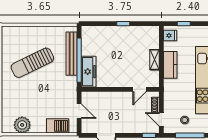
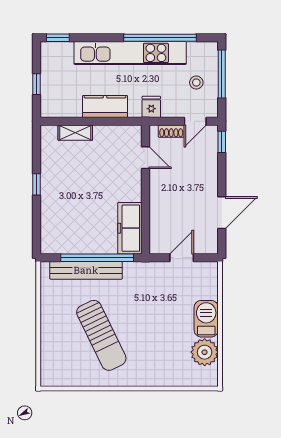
fridge: (170, 35) -> (151, 107), moved
shelving: (155, 60) -> (75, 133), moved
freezer: (89, 72) -> (130, 228), moved, turned -90
barbecue: (58, 126) -> (206, 319), moved

